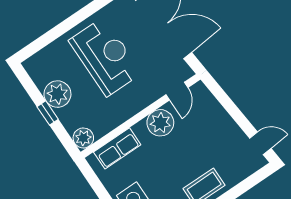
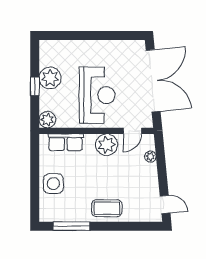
reception desk: (105, 57) -> (97, 95), moved
plant: (213, 105) -> (150, 157), added

